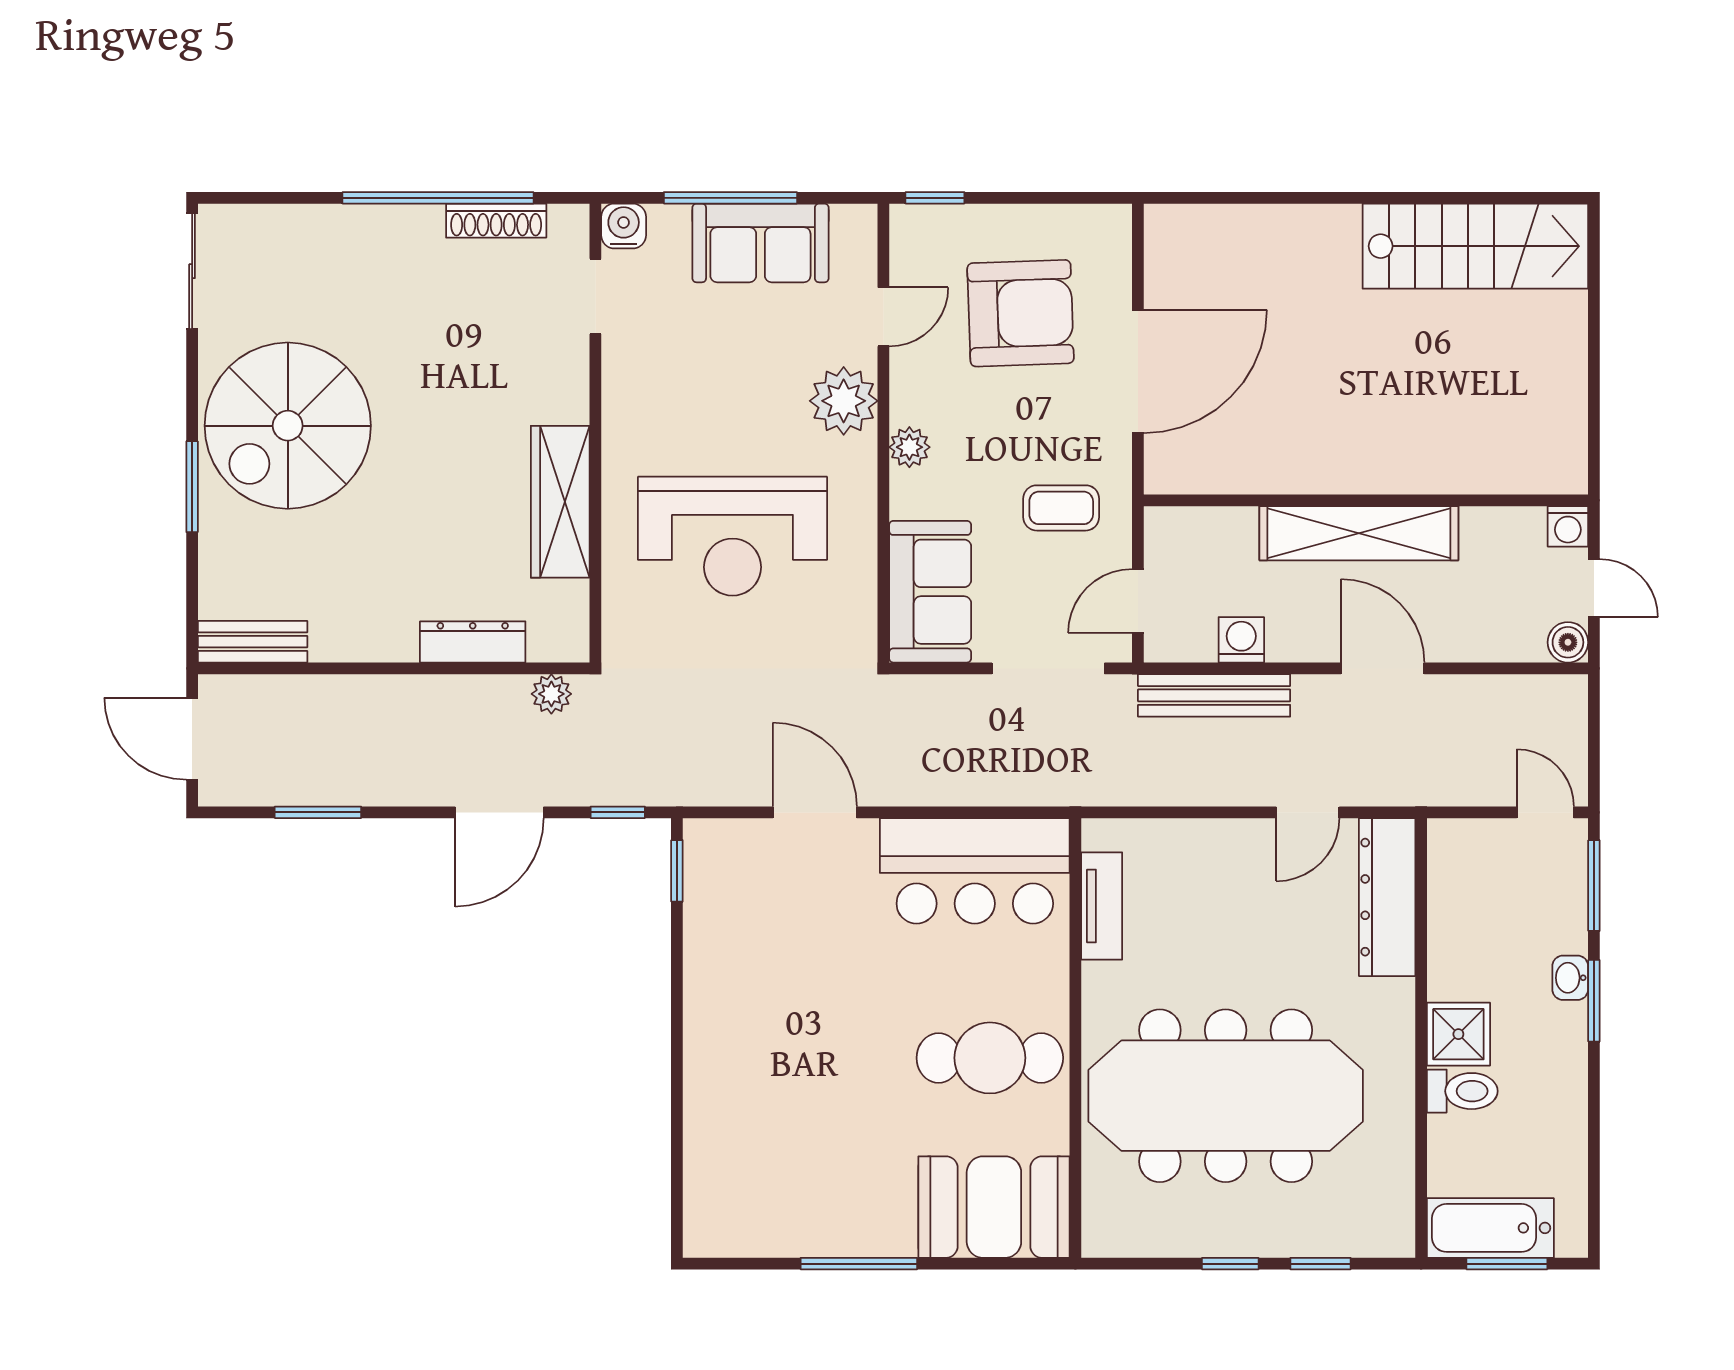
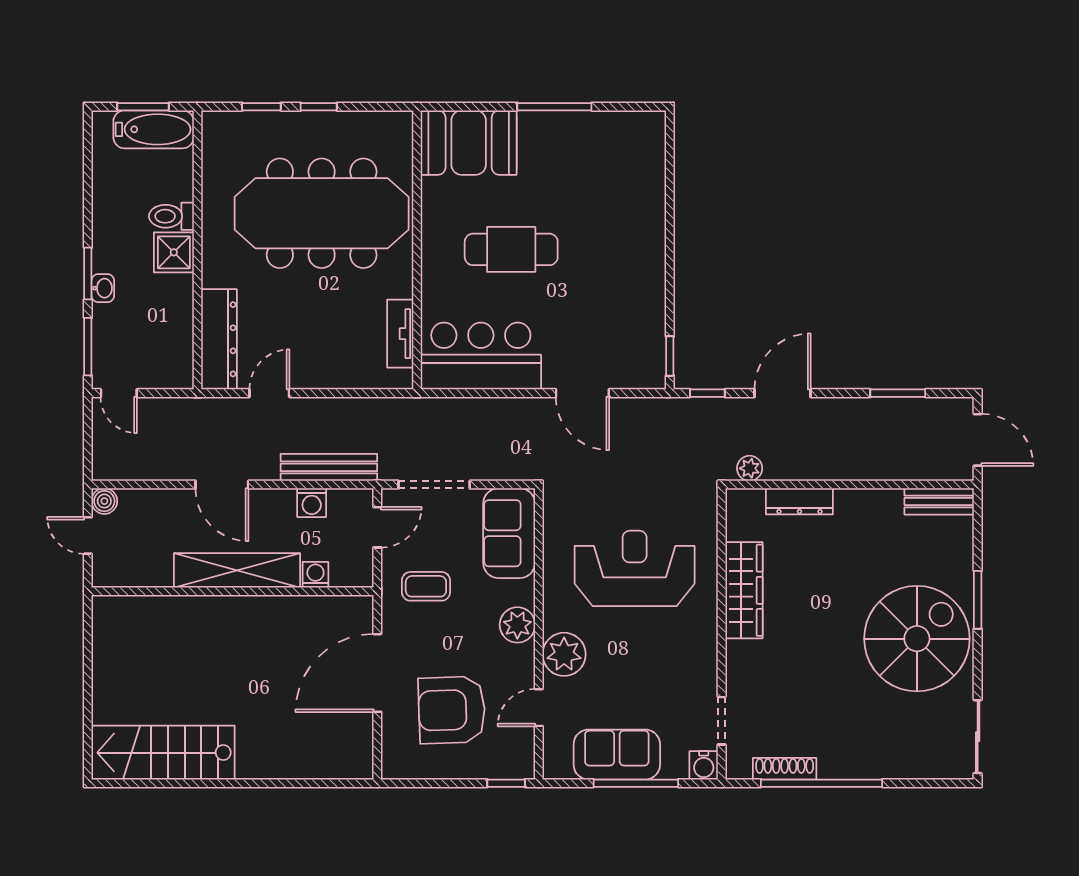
plant: (909, 447) -> (517, 625), width x1.38, depth x1.38
washing machine: (1568, 526) -> (315, 575), moved
cafe table: (990, 1058) -> (511, 249), moved

